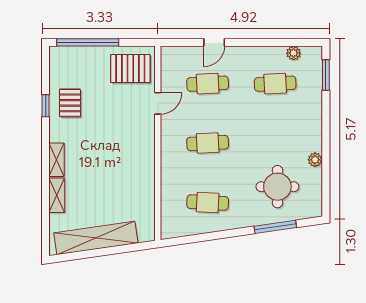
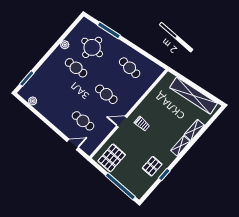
door: (214, 42) -> (73, 144), moved
pallet: (130, 69) -> (112, 158), turned 90
cafe table: (275, 84) -> (76, 68), moved
door: (158, 103) -> (122, 122), moved
trolley: (130, 145) -> (142, 124), added

